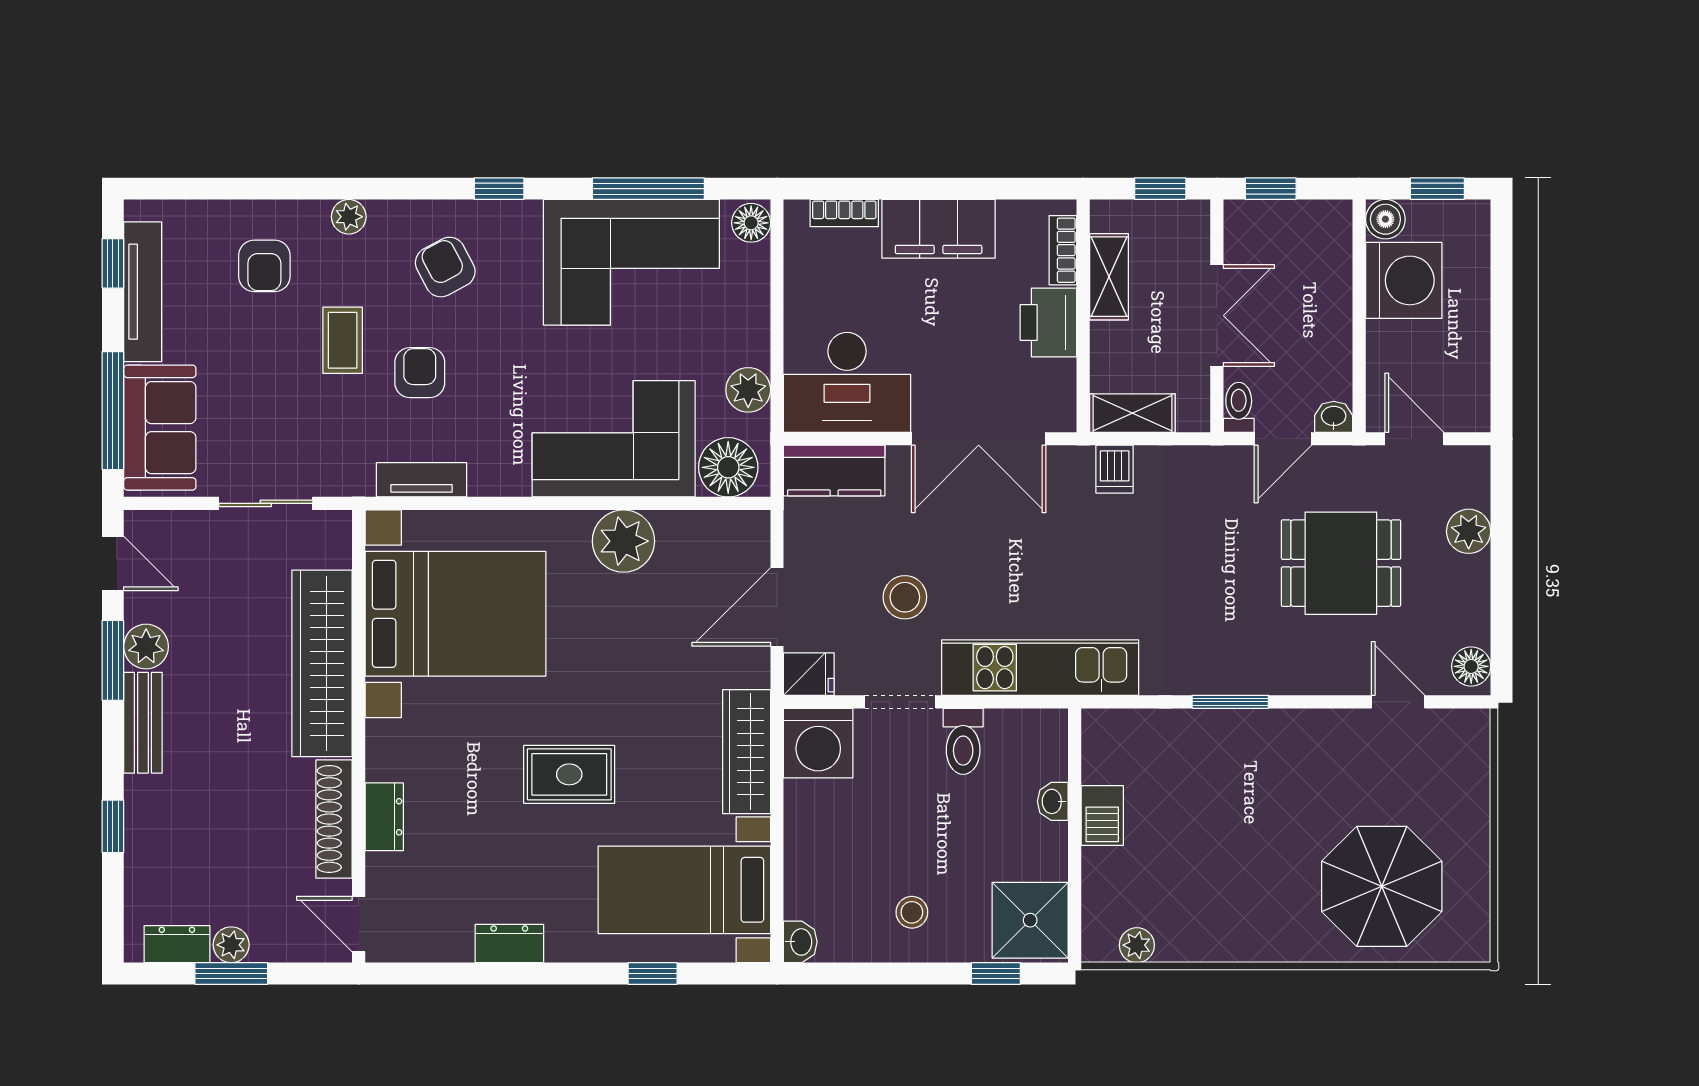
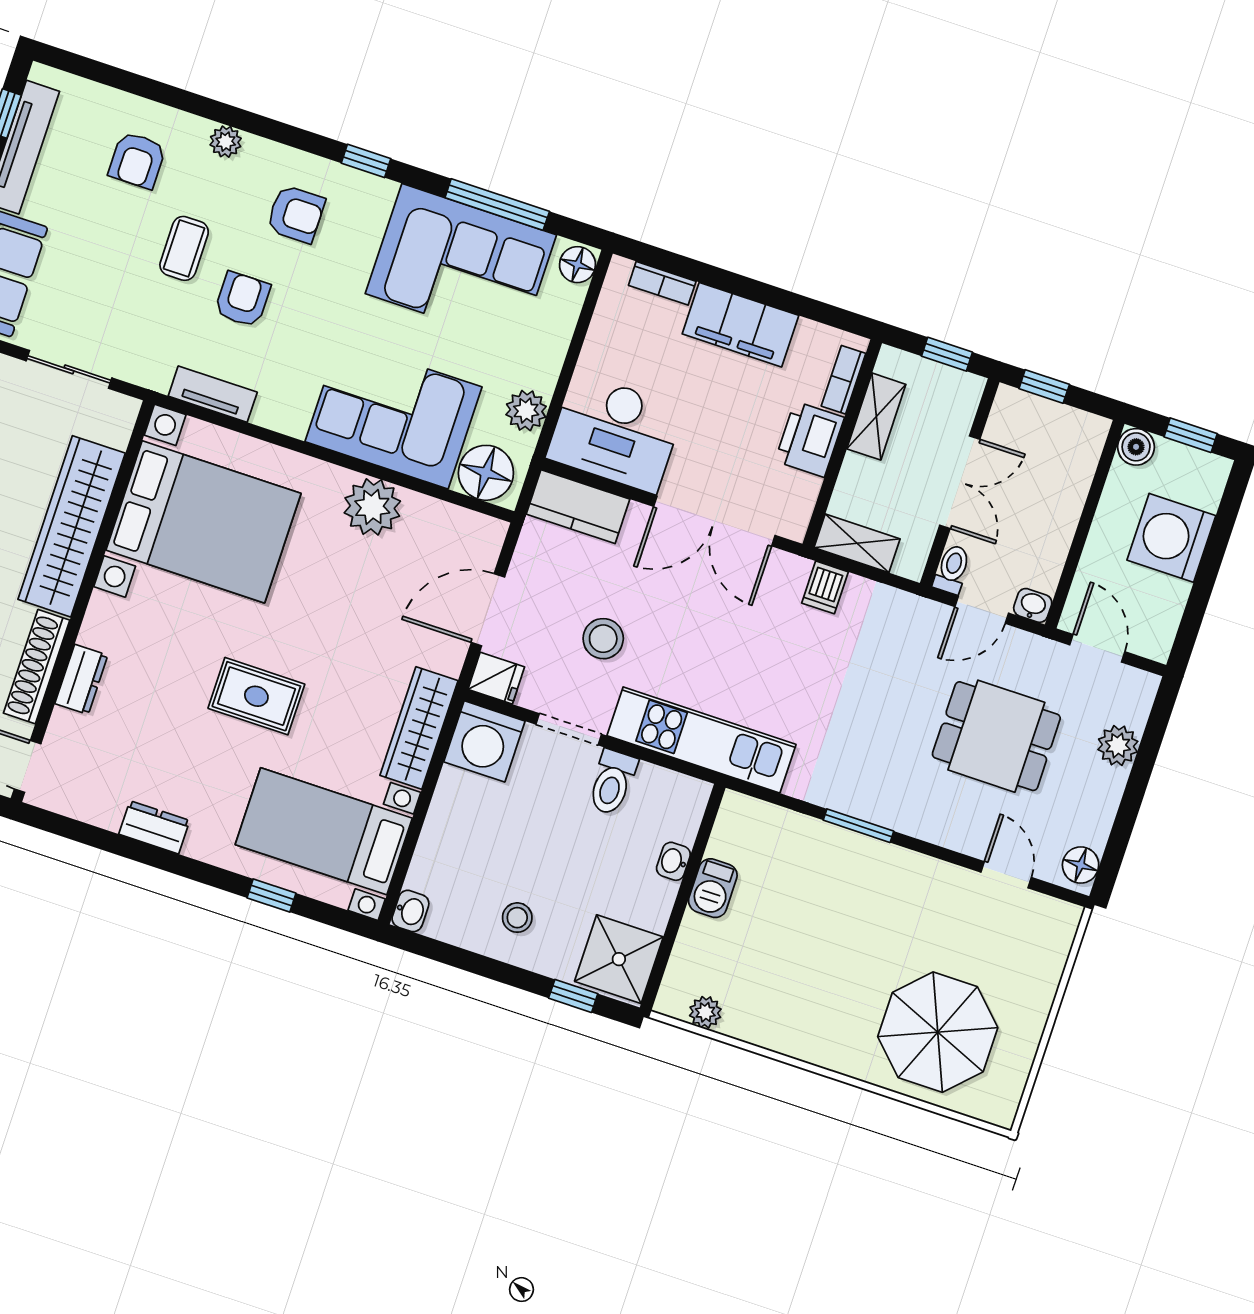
armchair: (445, 267) -> (296, 214), turned 118
washing machine: (1404, 280) -> (1171, 538), moved, turned 180

